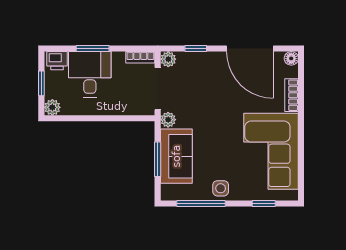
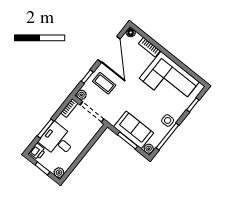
door: (250, 49) -> (109, 49), hinge flipped
coffee table: (204, 76) -> (104, 83), added
plant: (168, 120) -> (149, 149), moved

